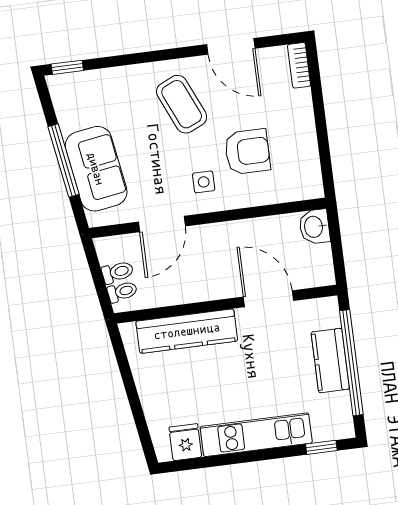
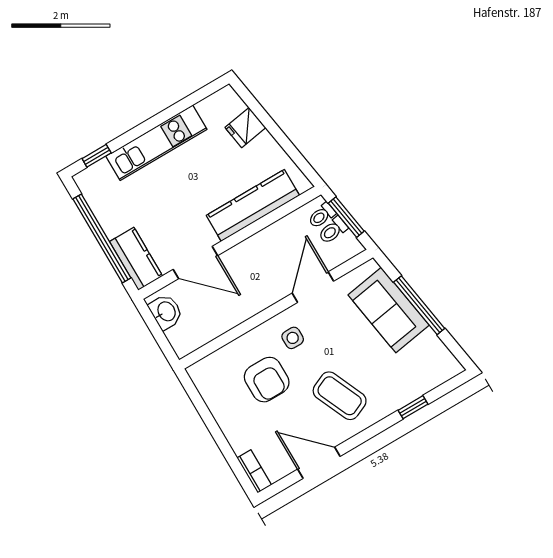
window: (67, 67) -> (413, 407), moved
armchair: (247, 152) -> (267, 380), turned -90
washbasin: (314, 227) -> (166, 312), moved
window: (98, 279) -> (346, 217), added
kitchen counter: (330, 361) -> (136, 259), moved
fridge: (185, 442) -> (245, 128), moved, turned 81

